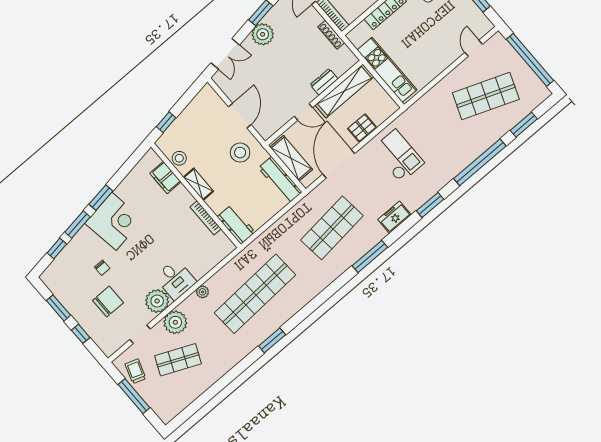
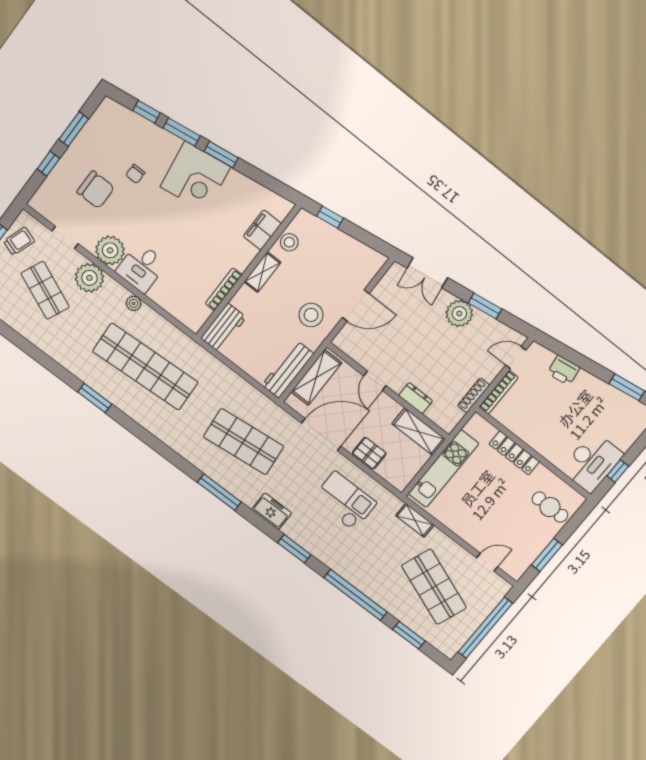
shelving: (345, 91) -> (419, 432), width x0.68
shelving: (426, 101) -> (415, 520), added
checkout: (398, 156) -> (344, 501), turned -90

